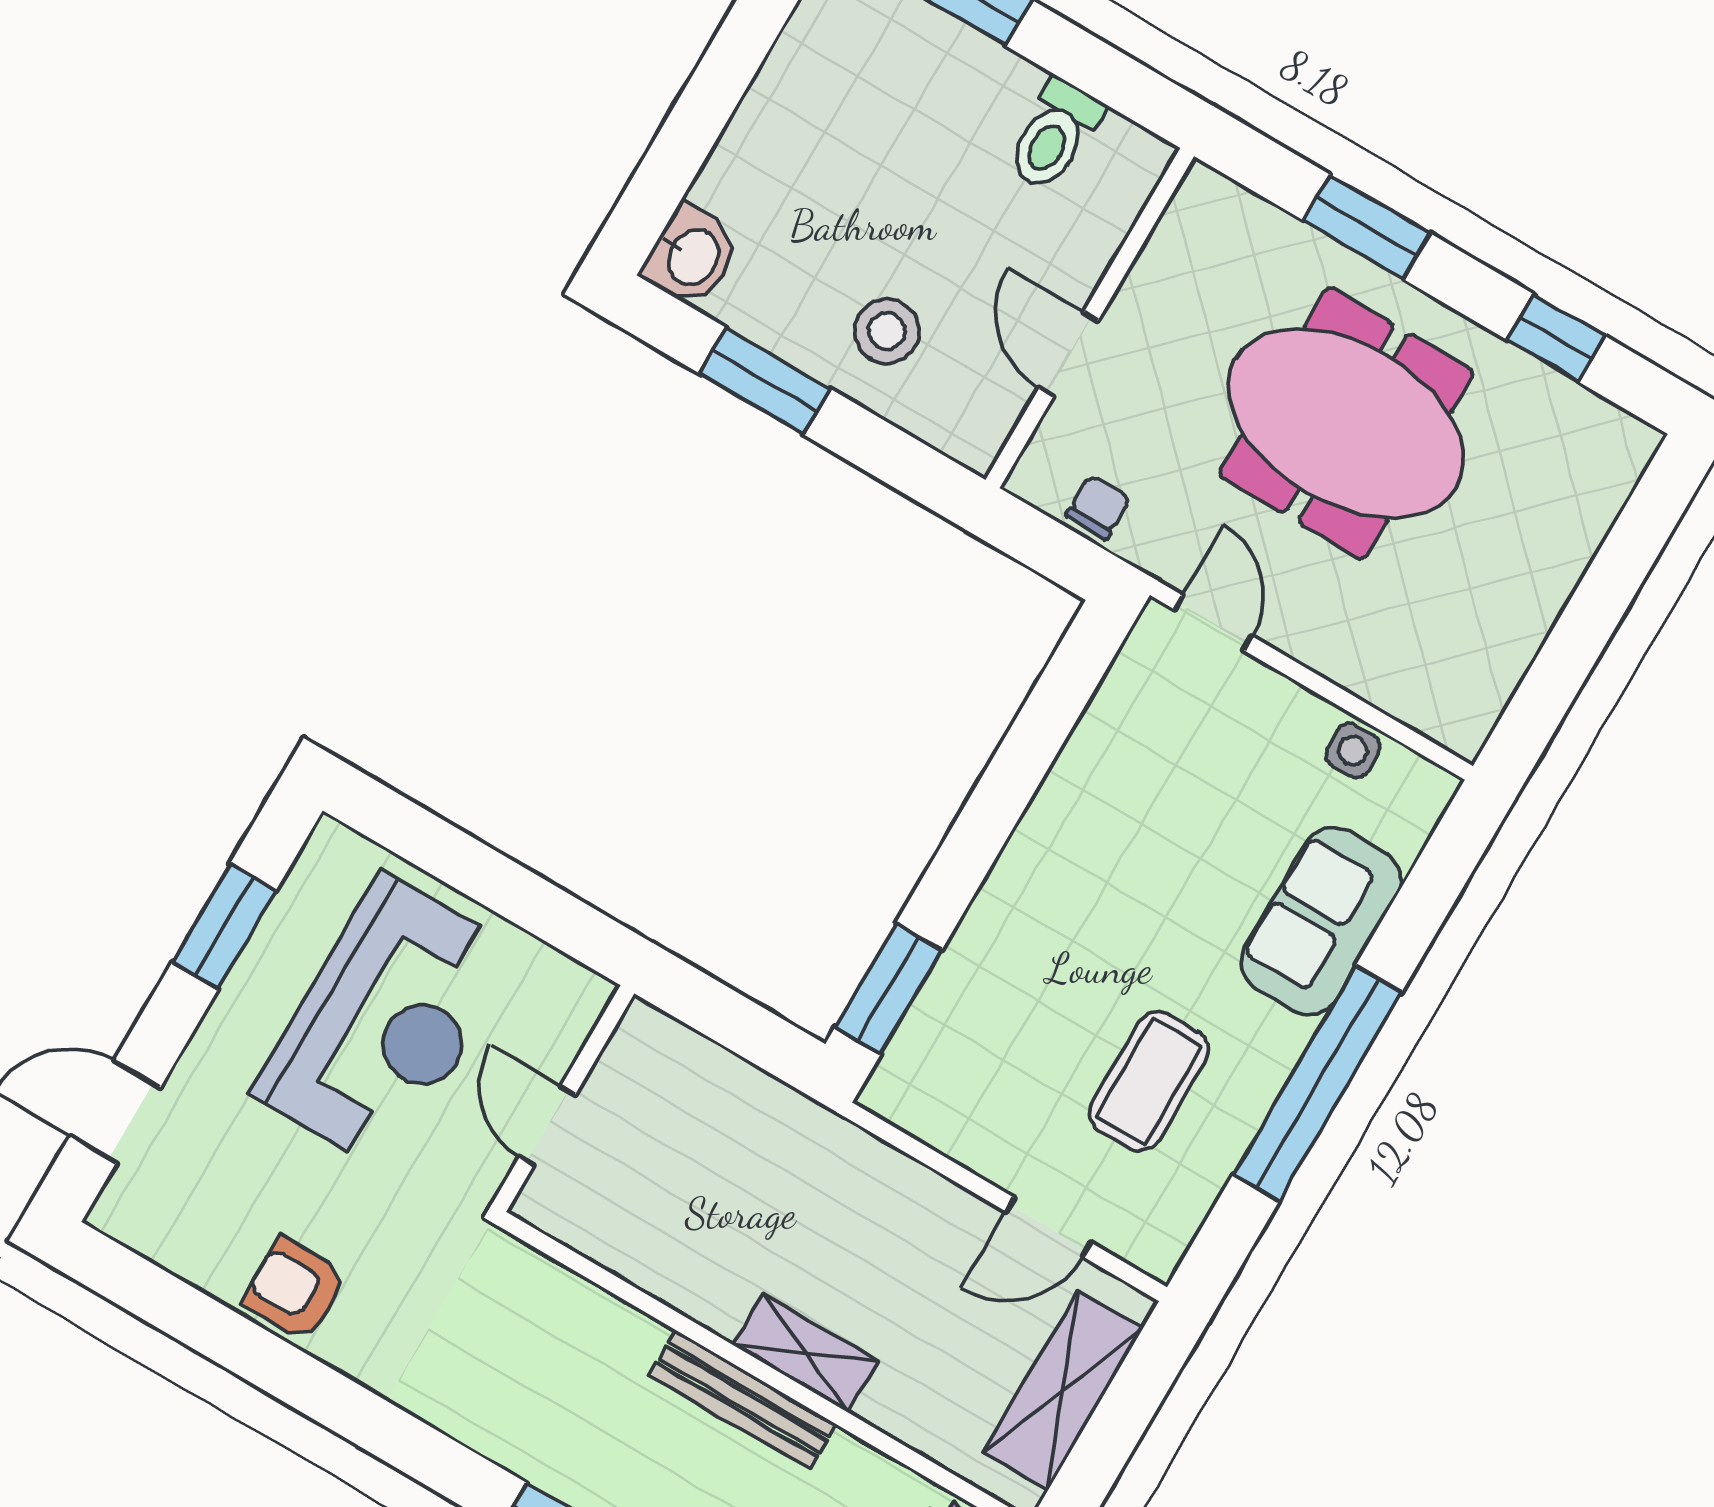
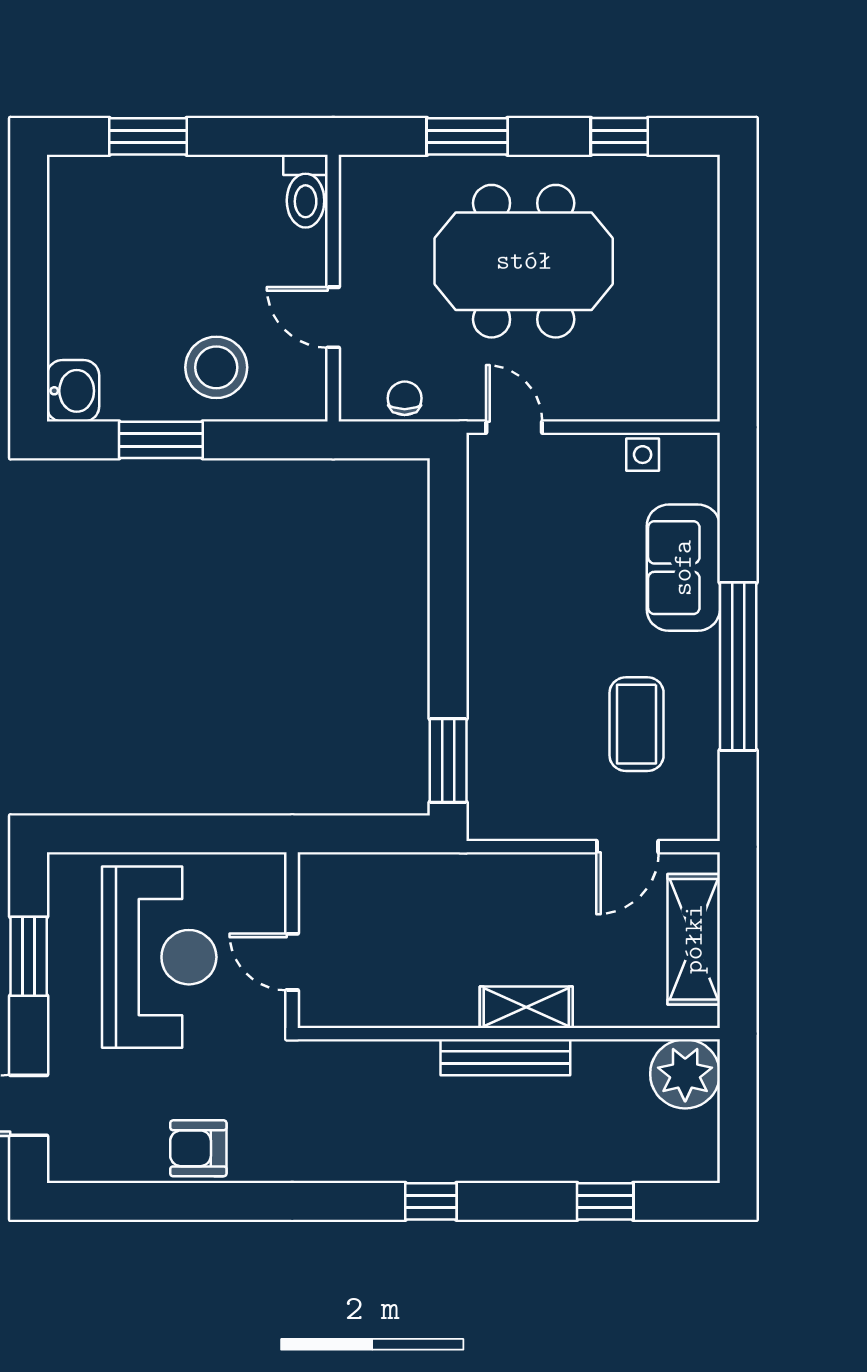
toilet: (1054, 135) -> (306, 191), moved
stool: (887, 331) -> (216, 367), width x1.38, depth x1.38

